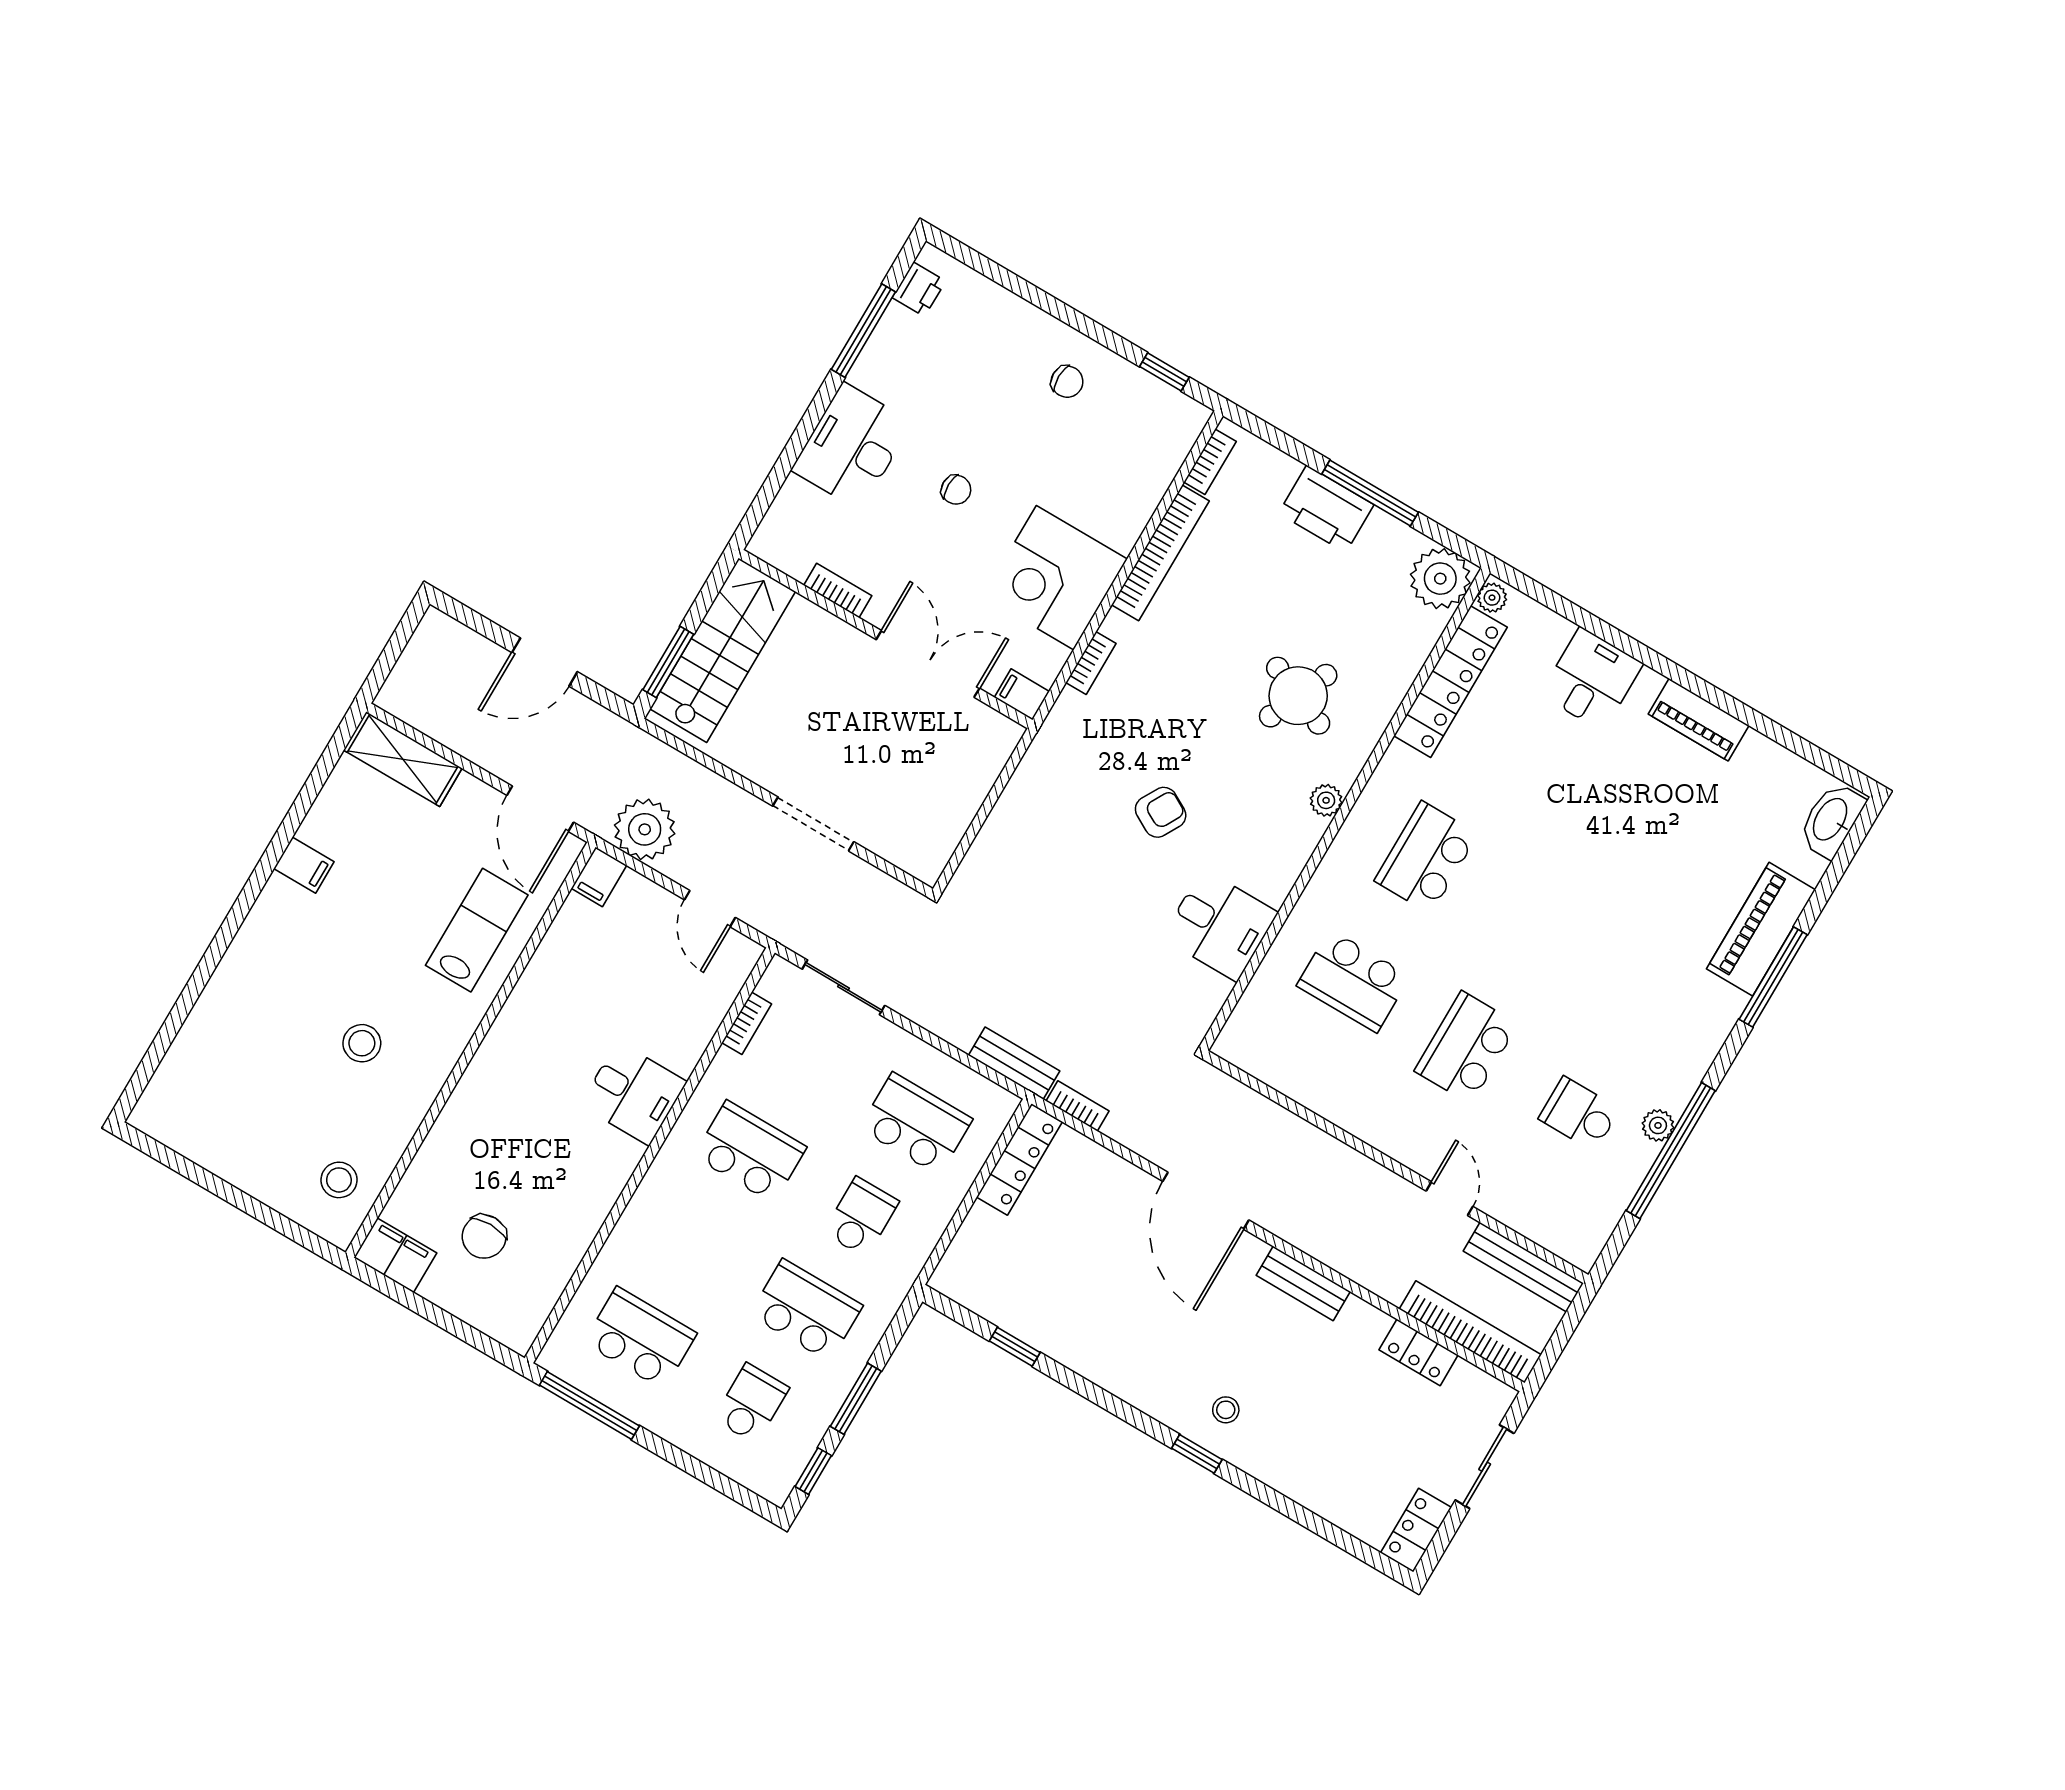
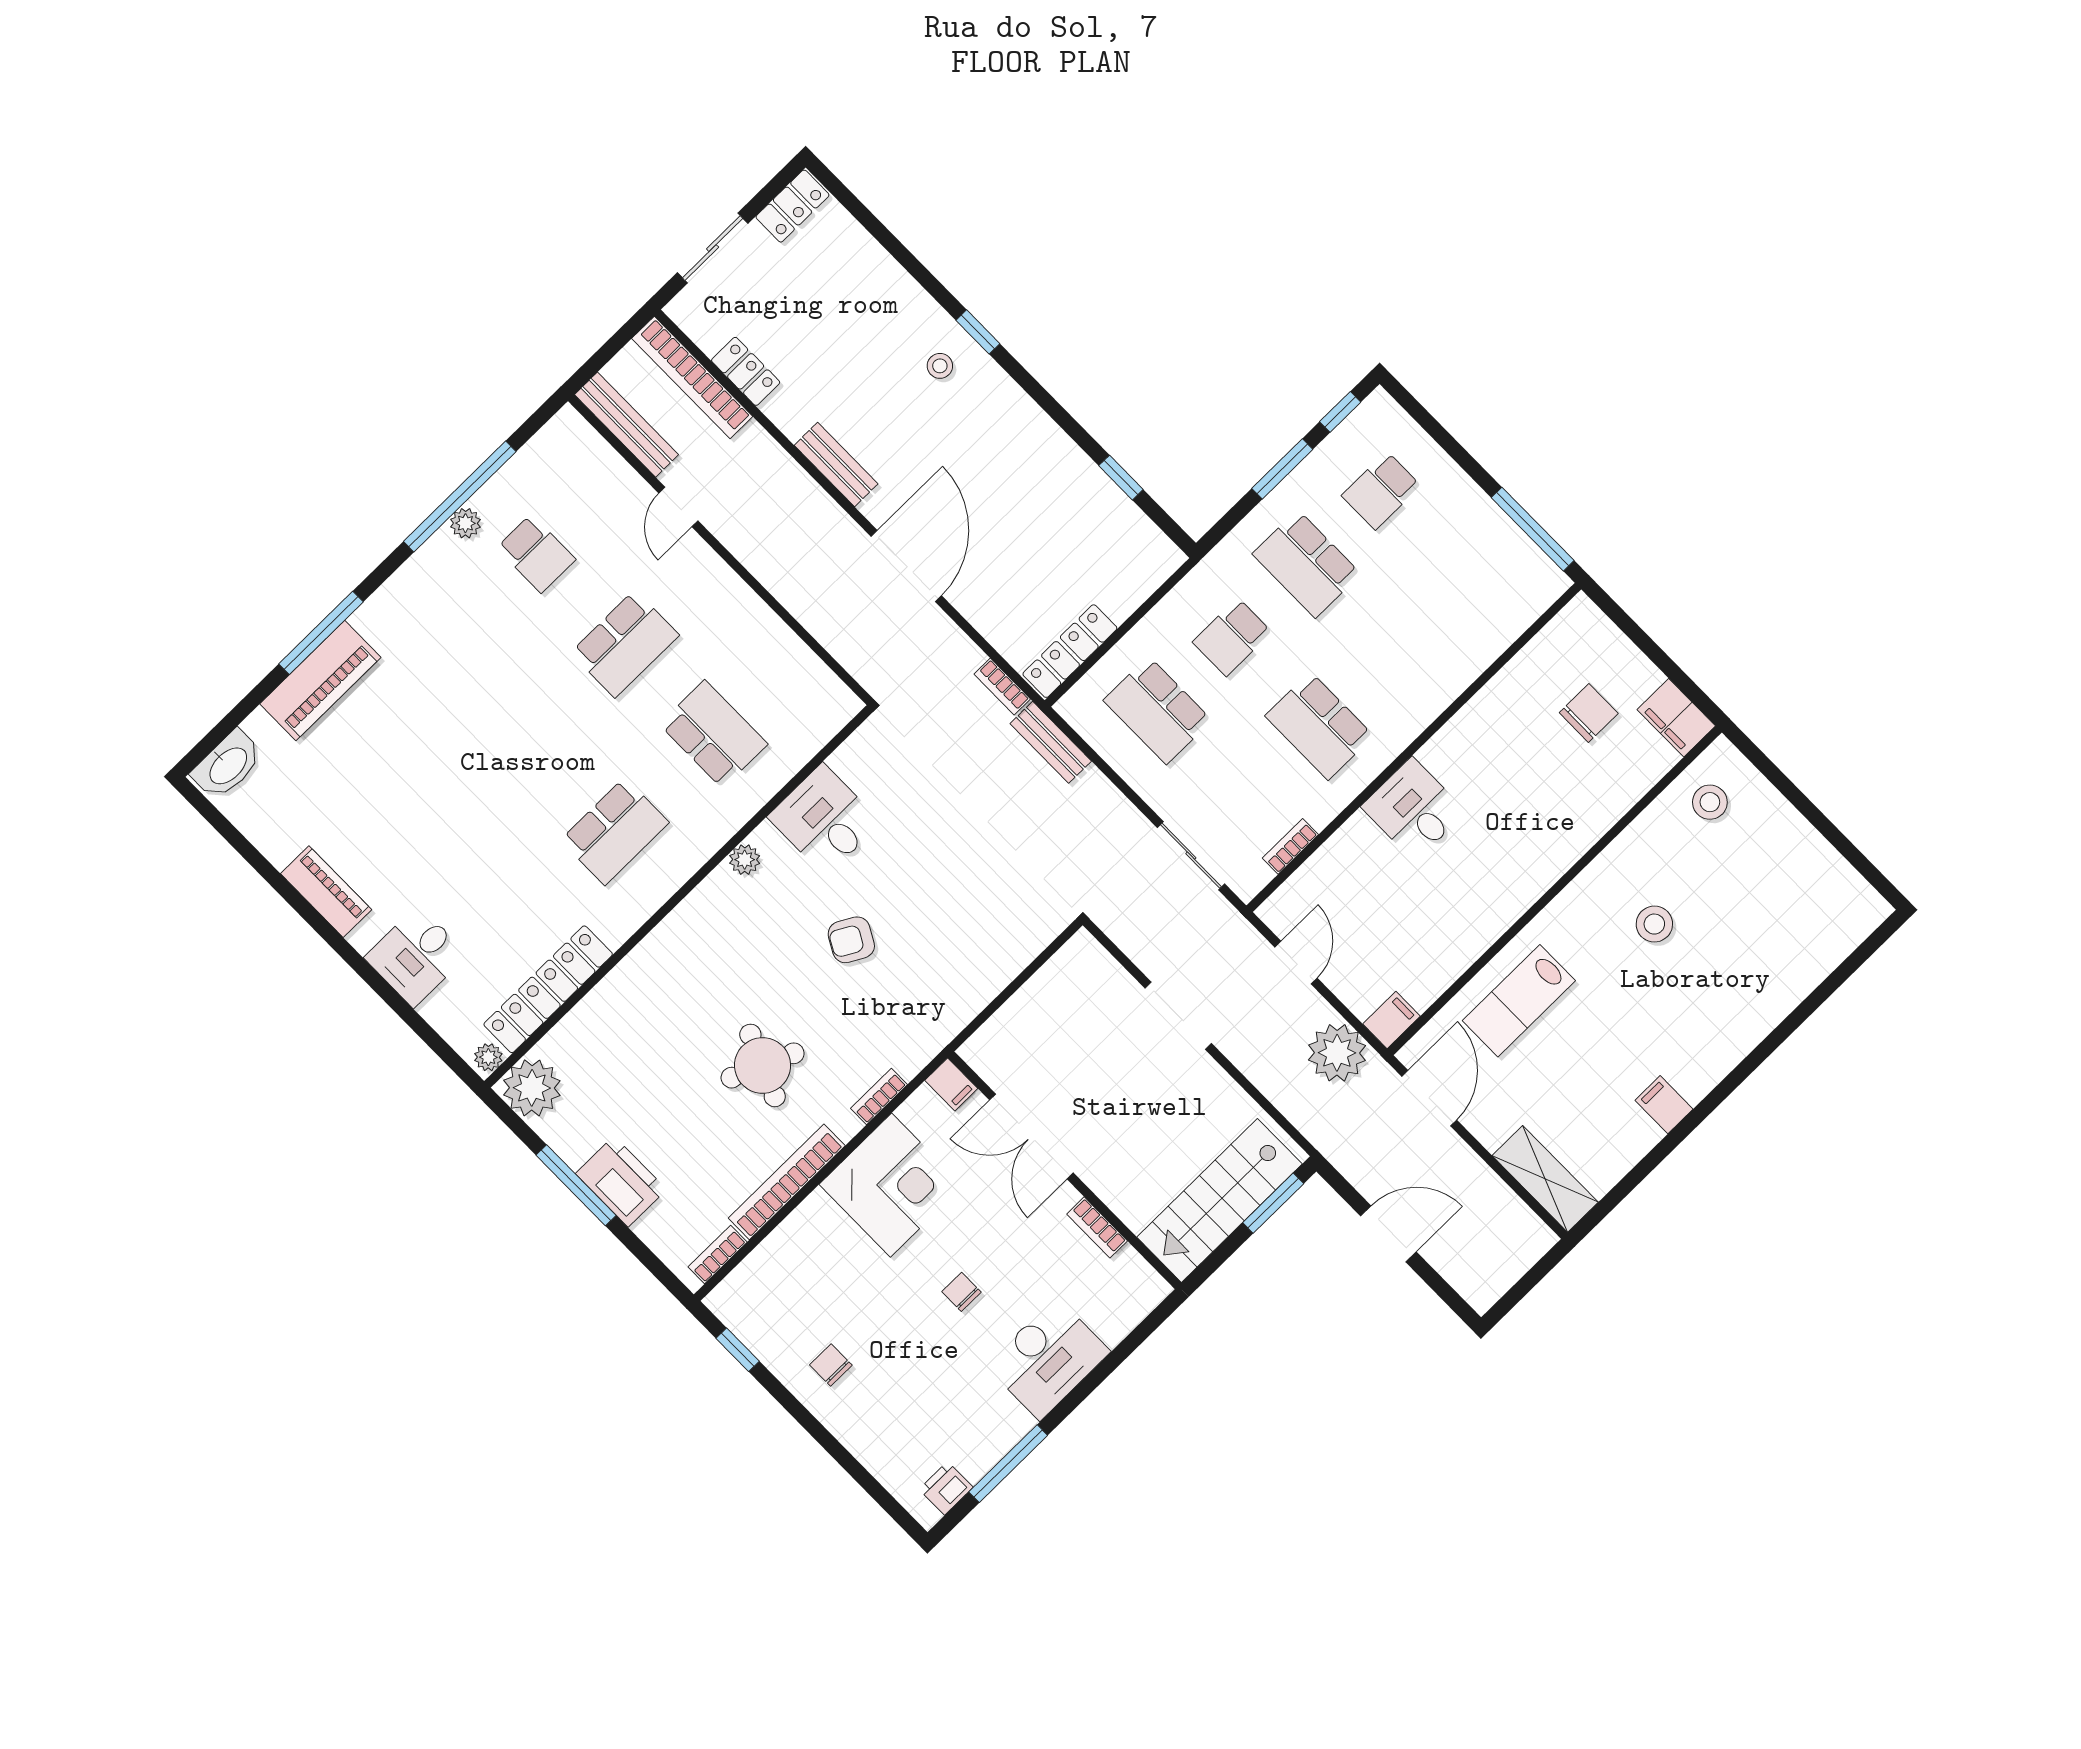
round table: (1298, 696) -> (763, 1065), moved
plant: (1326, 800) -> (745, 860), moved
school desk: (640, 1338) -> (1468, 579), removed

